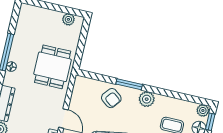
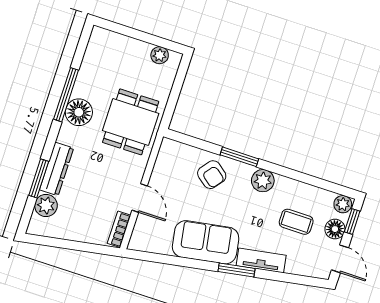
floor lamp: (11, 67) -> (79, 112), width x1.89, depth x1.89

